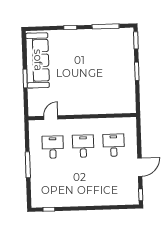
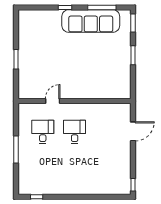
sofa: (38, 60) -> (91, 21), moved, turned 90
door: (51, 118) -> (53, 101), moved
desk: (114, 145) -> (106, 132), removed
door: (140, 167) -> (133, 131), moved

